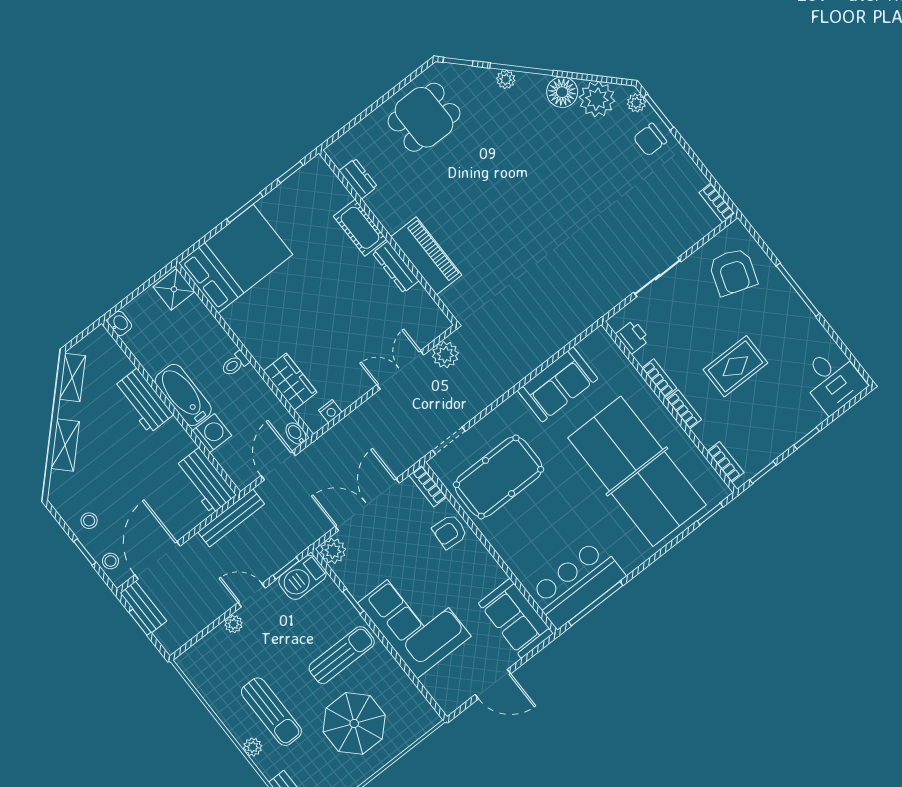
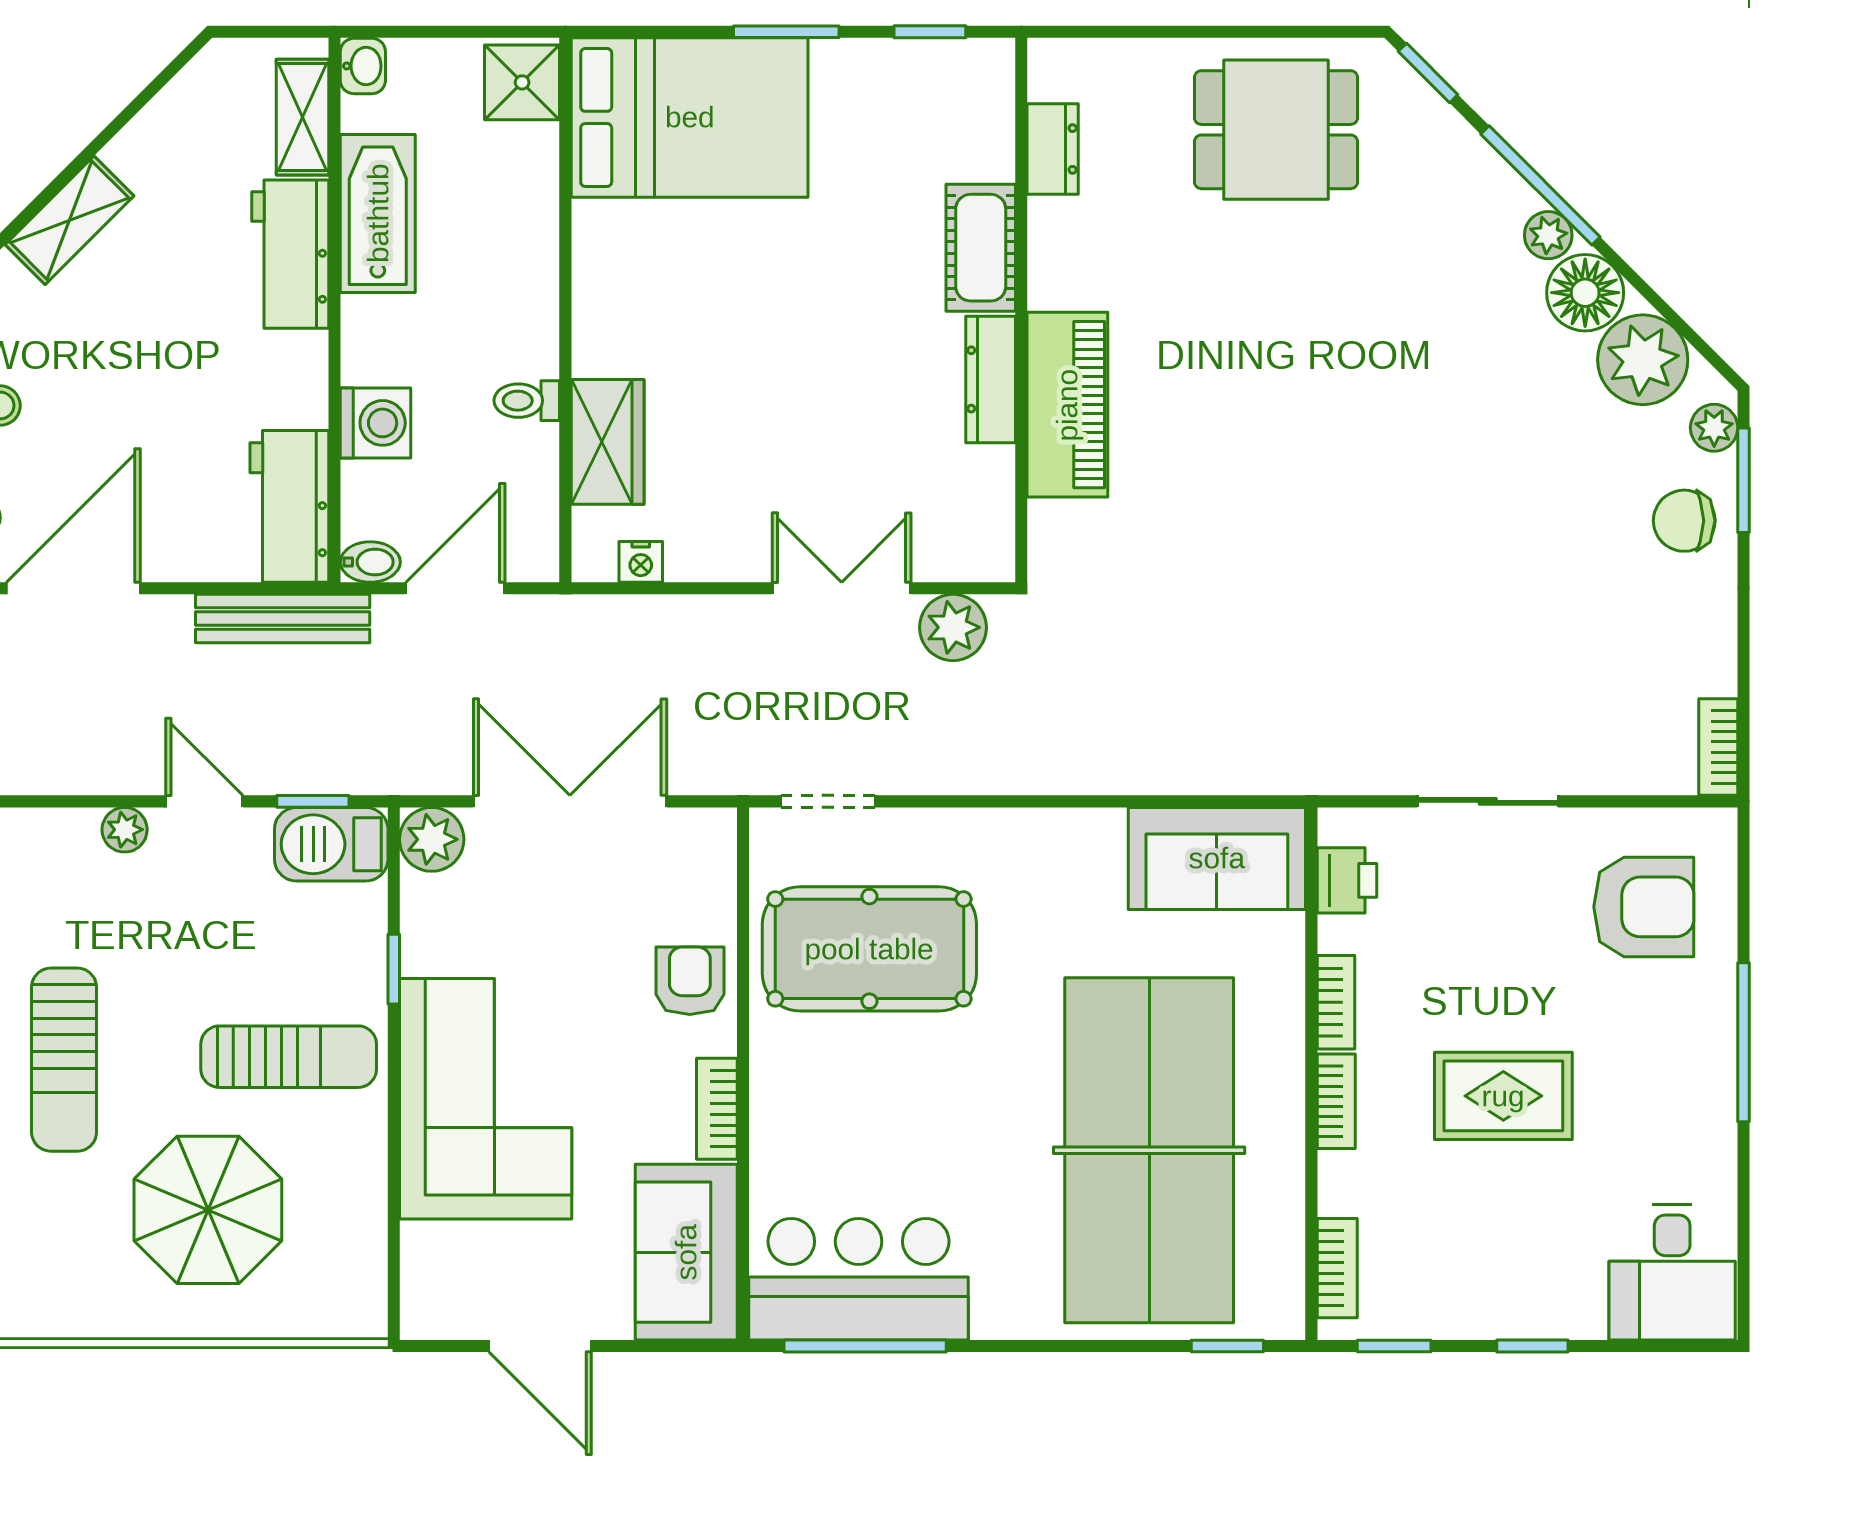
plant: (506, 79) -> (1548, 235), moved
armchair: (733, 272) -> (1644, 907), turned -109
toilet: (235, 364) -> (527, 401), moved
shelving: (72, 378) -> (303, 117), moved, turned -45
sofa: (558, 385) -> (1217, 858), moved
bathtub: (183, 395) -> (378, 213), moved
bidet: (296, 434) -> (370, 562), moved, turned 90
bookcase: (428, 486) -> (717, 1109), moved
armchair: (450, 532) -> (690, 981), turned 86

